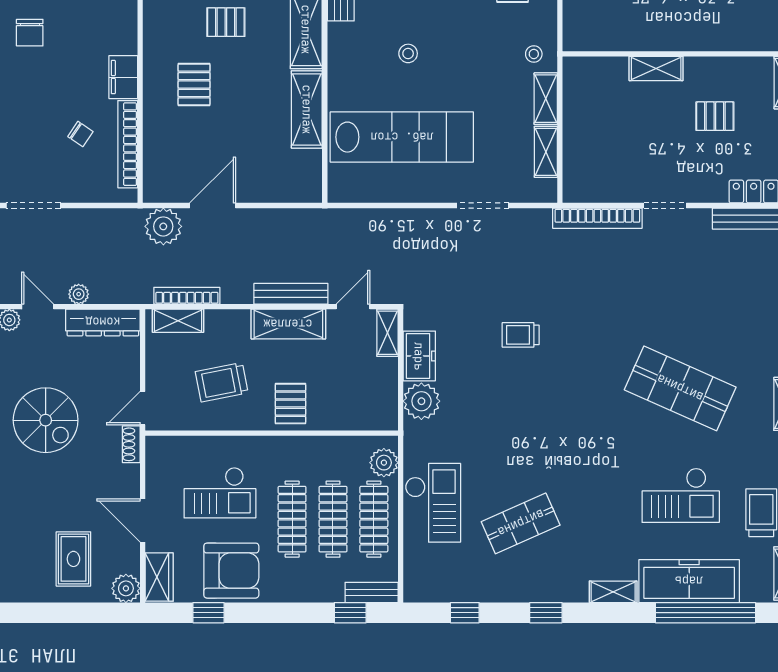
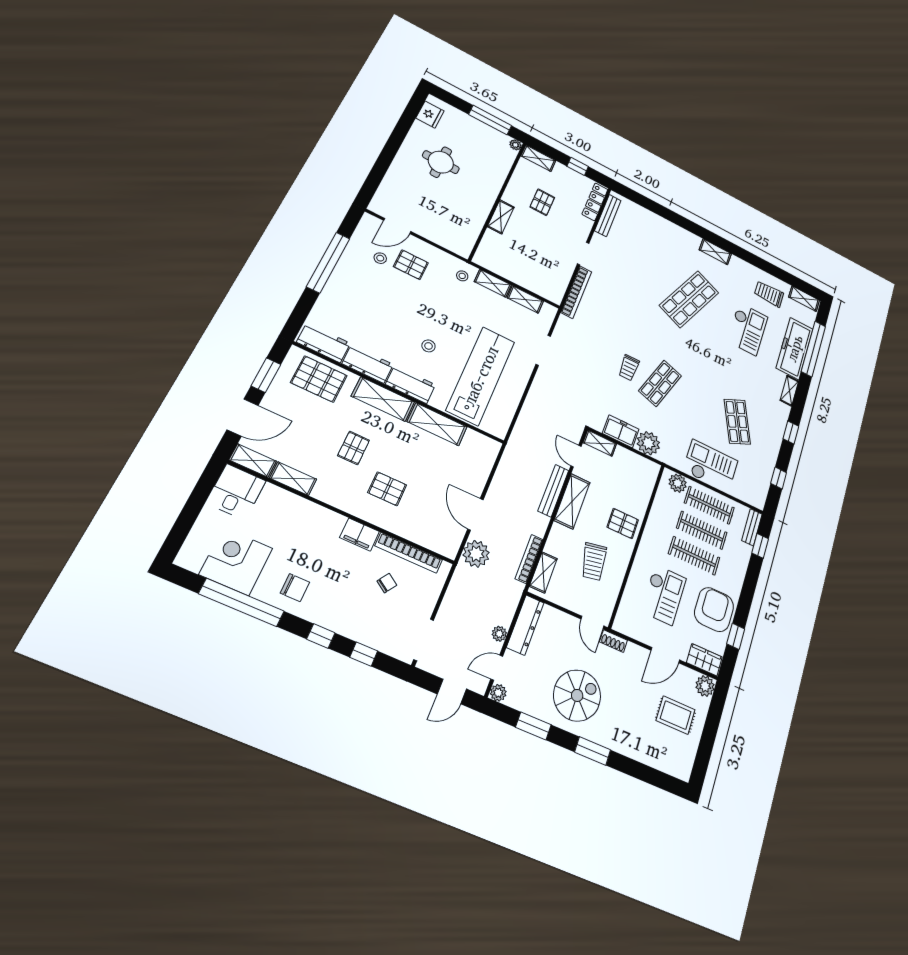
workbench: (343, 54) -> (411, 384), added
shop shelf: (521, 388) -> (660, 383), added

